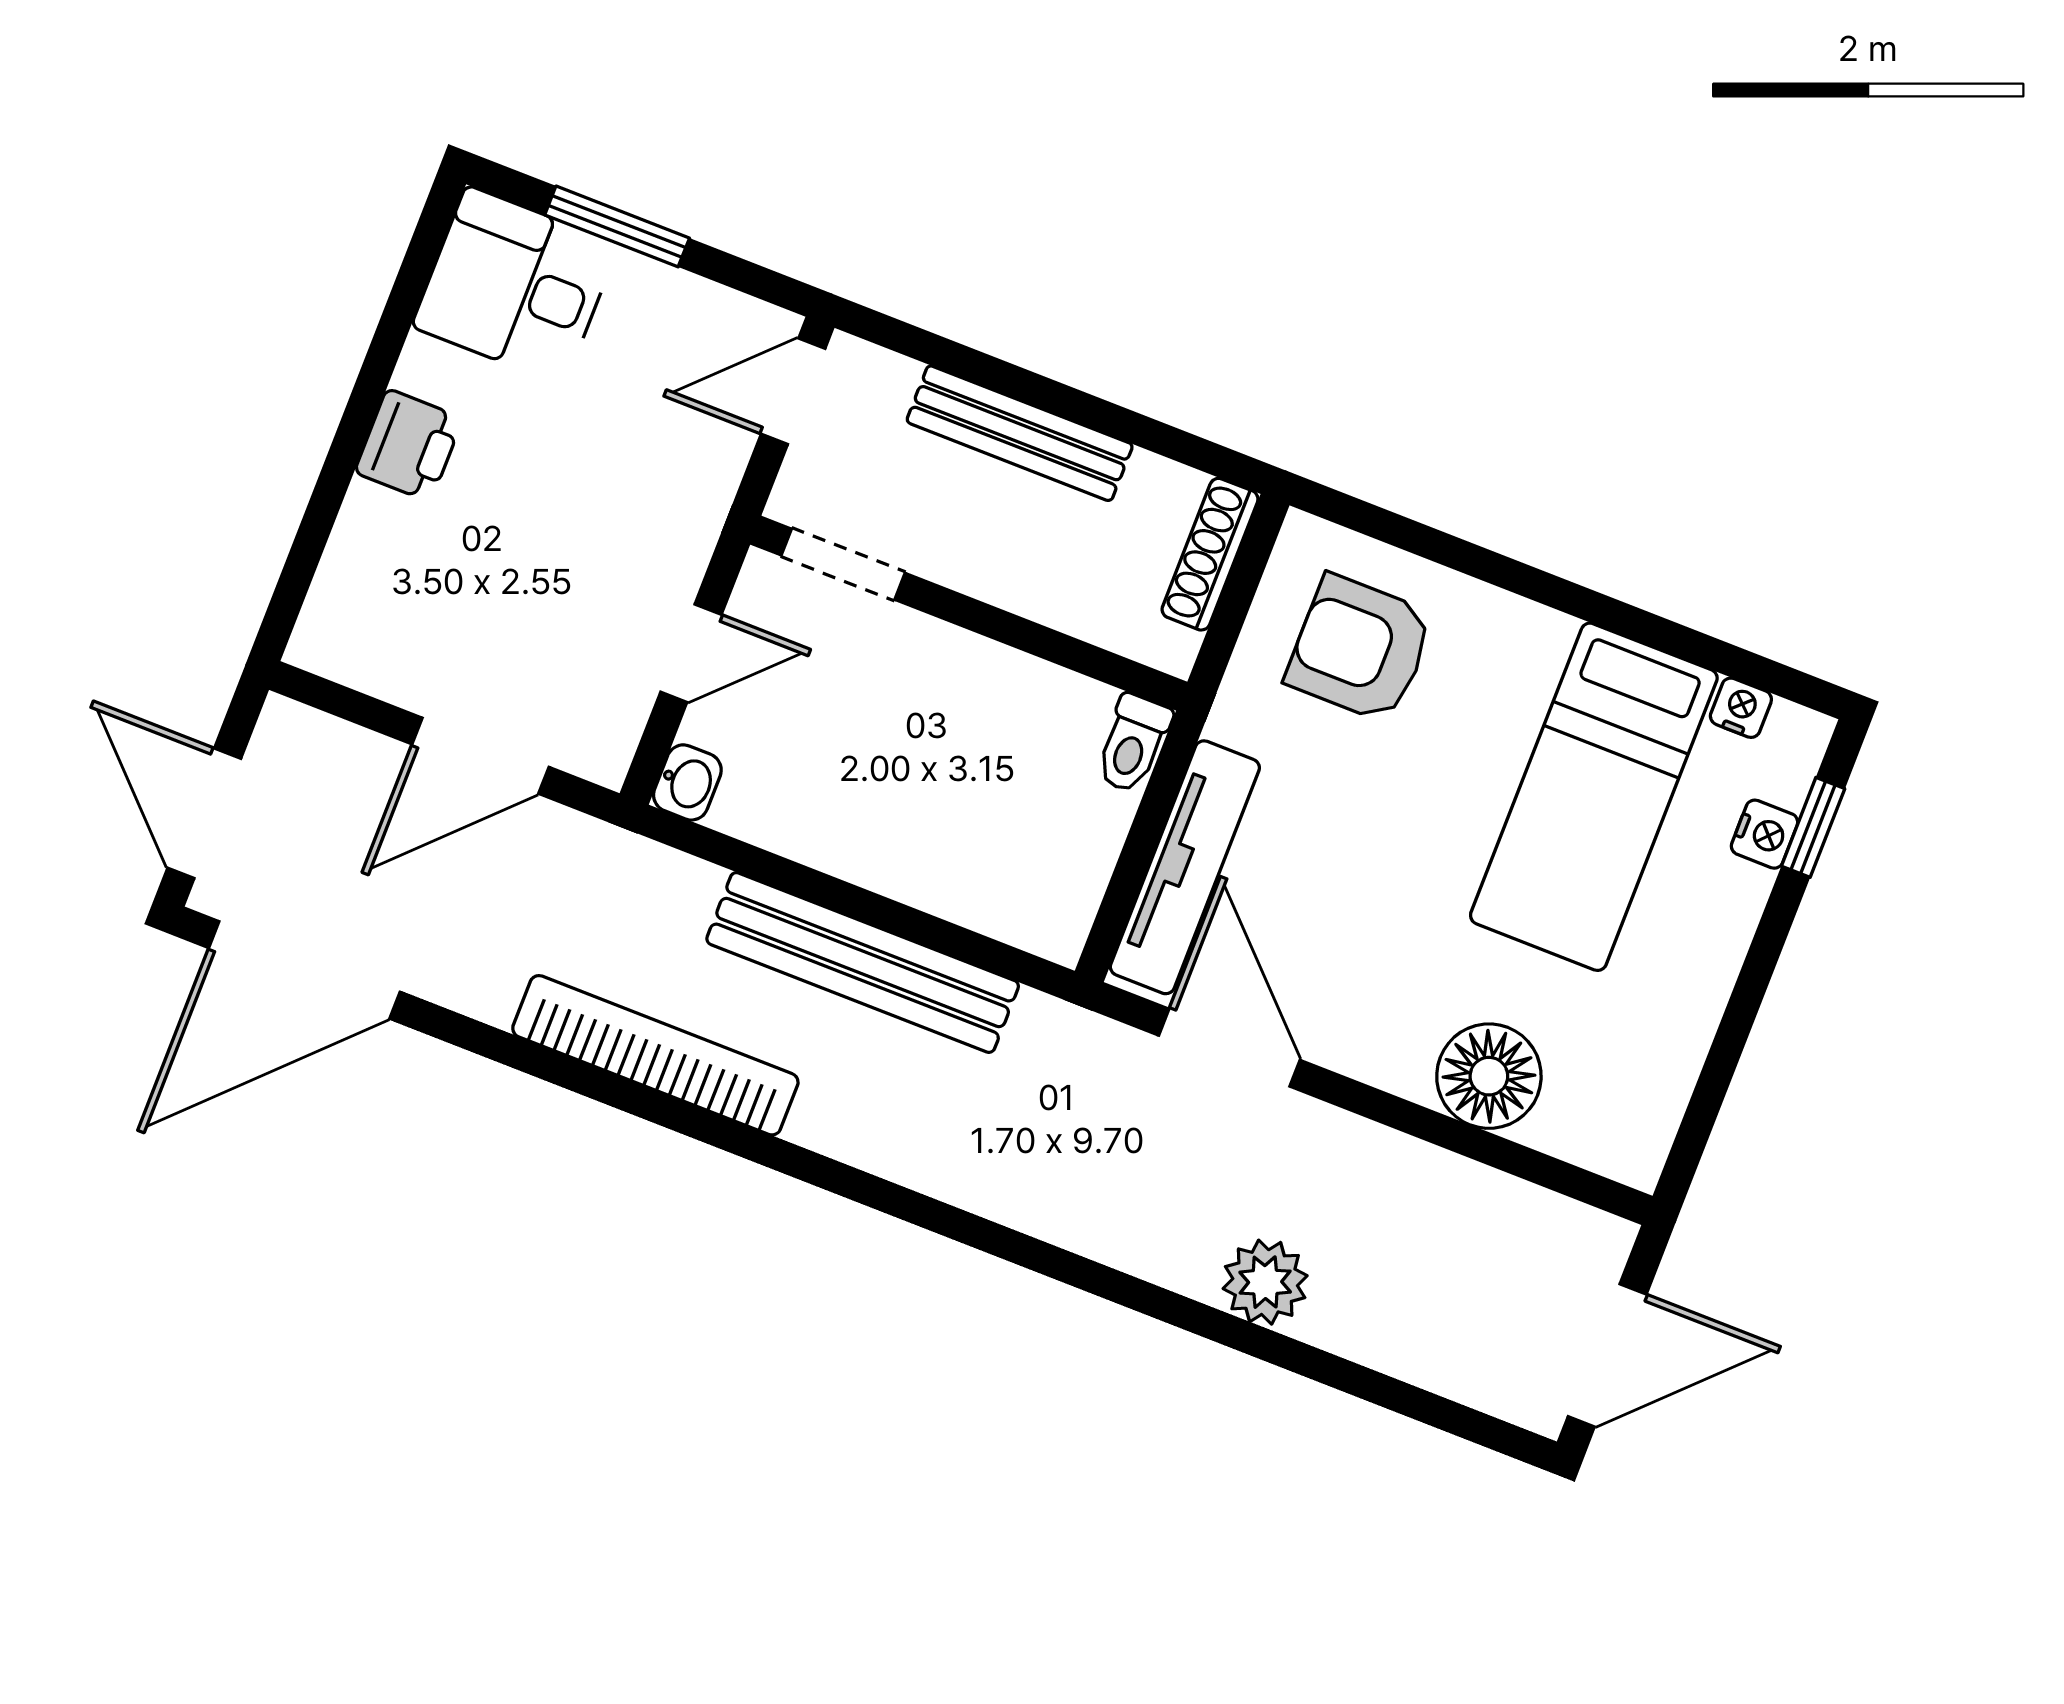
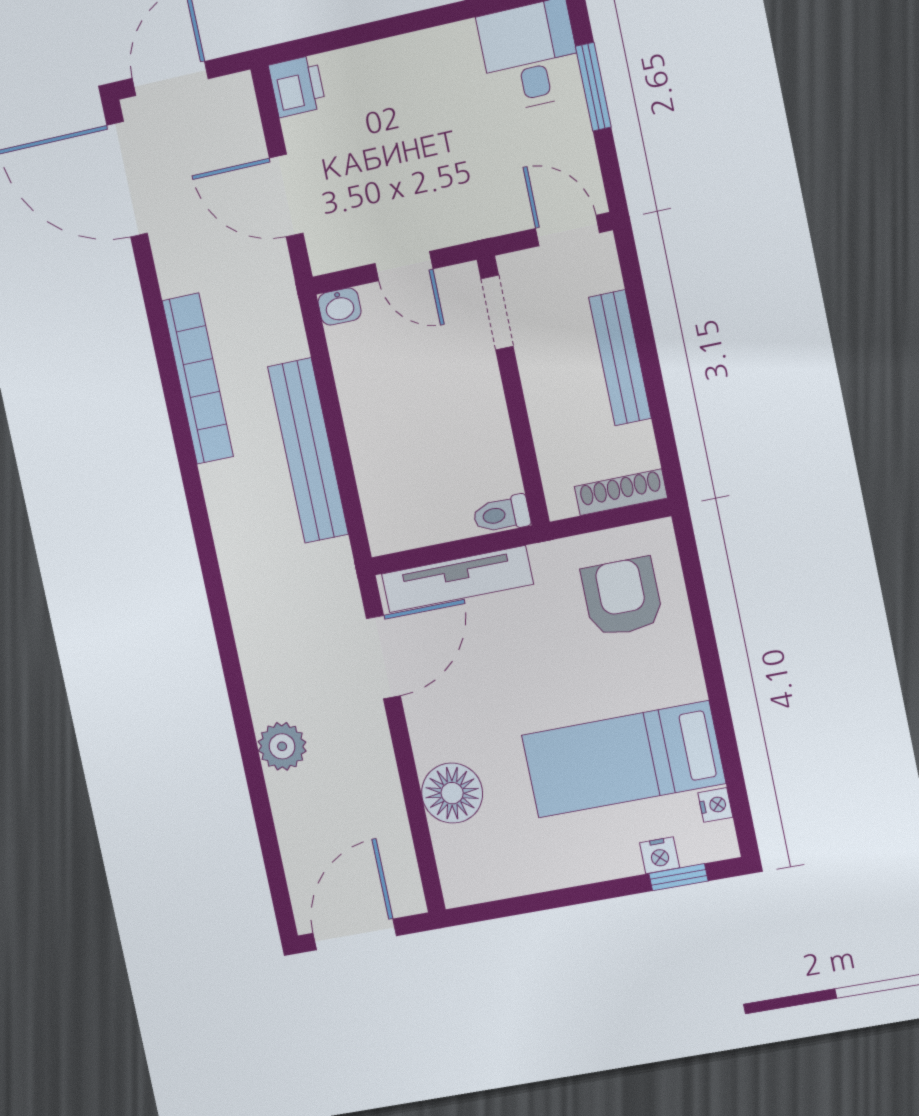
printer: (409, 445) -> (297, 86), moved, turned -90
door: (1607, 1355) -> (355, 934), swing flipped

